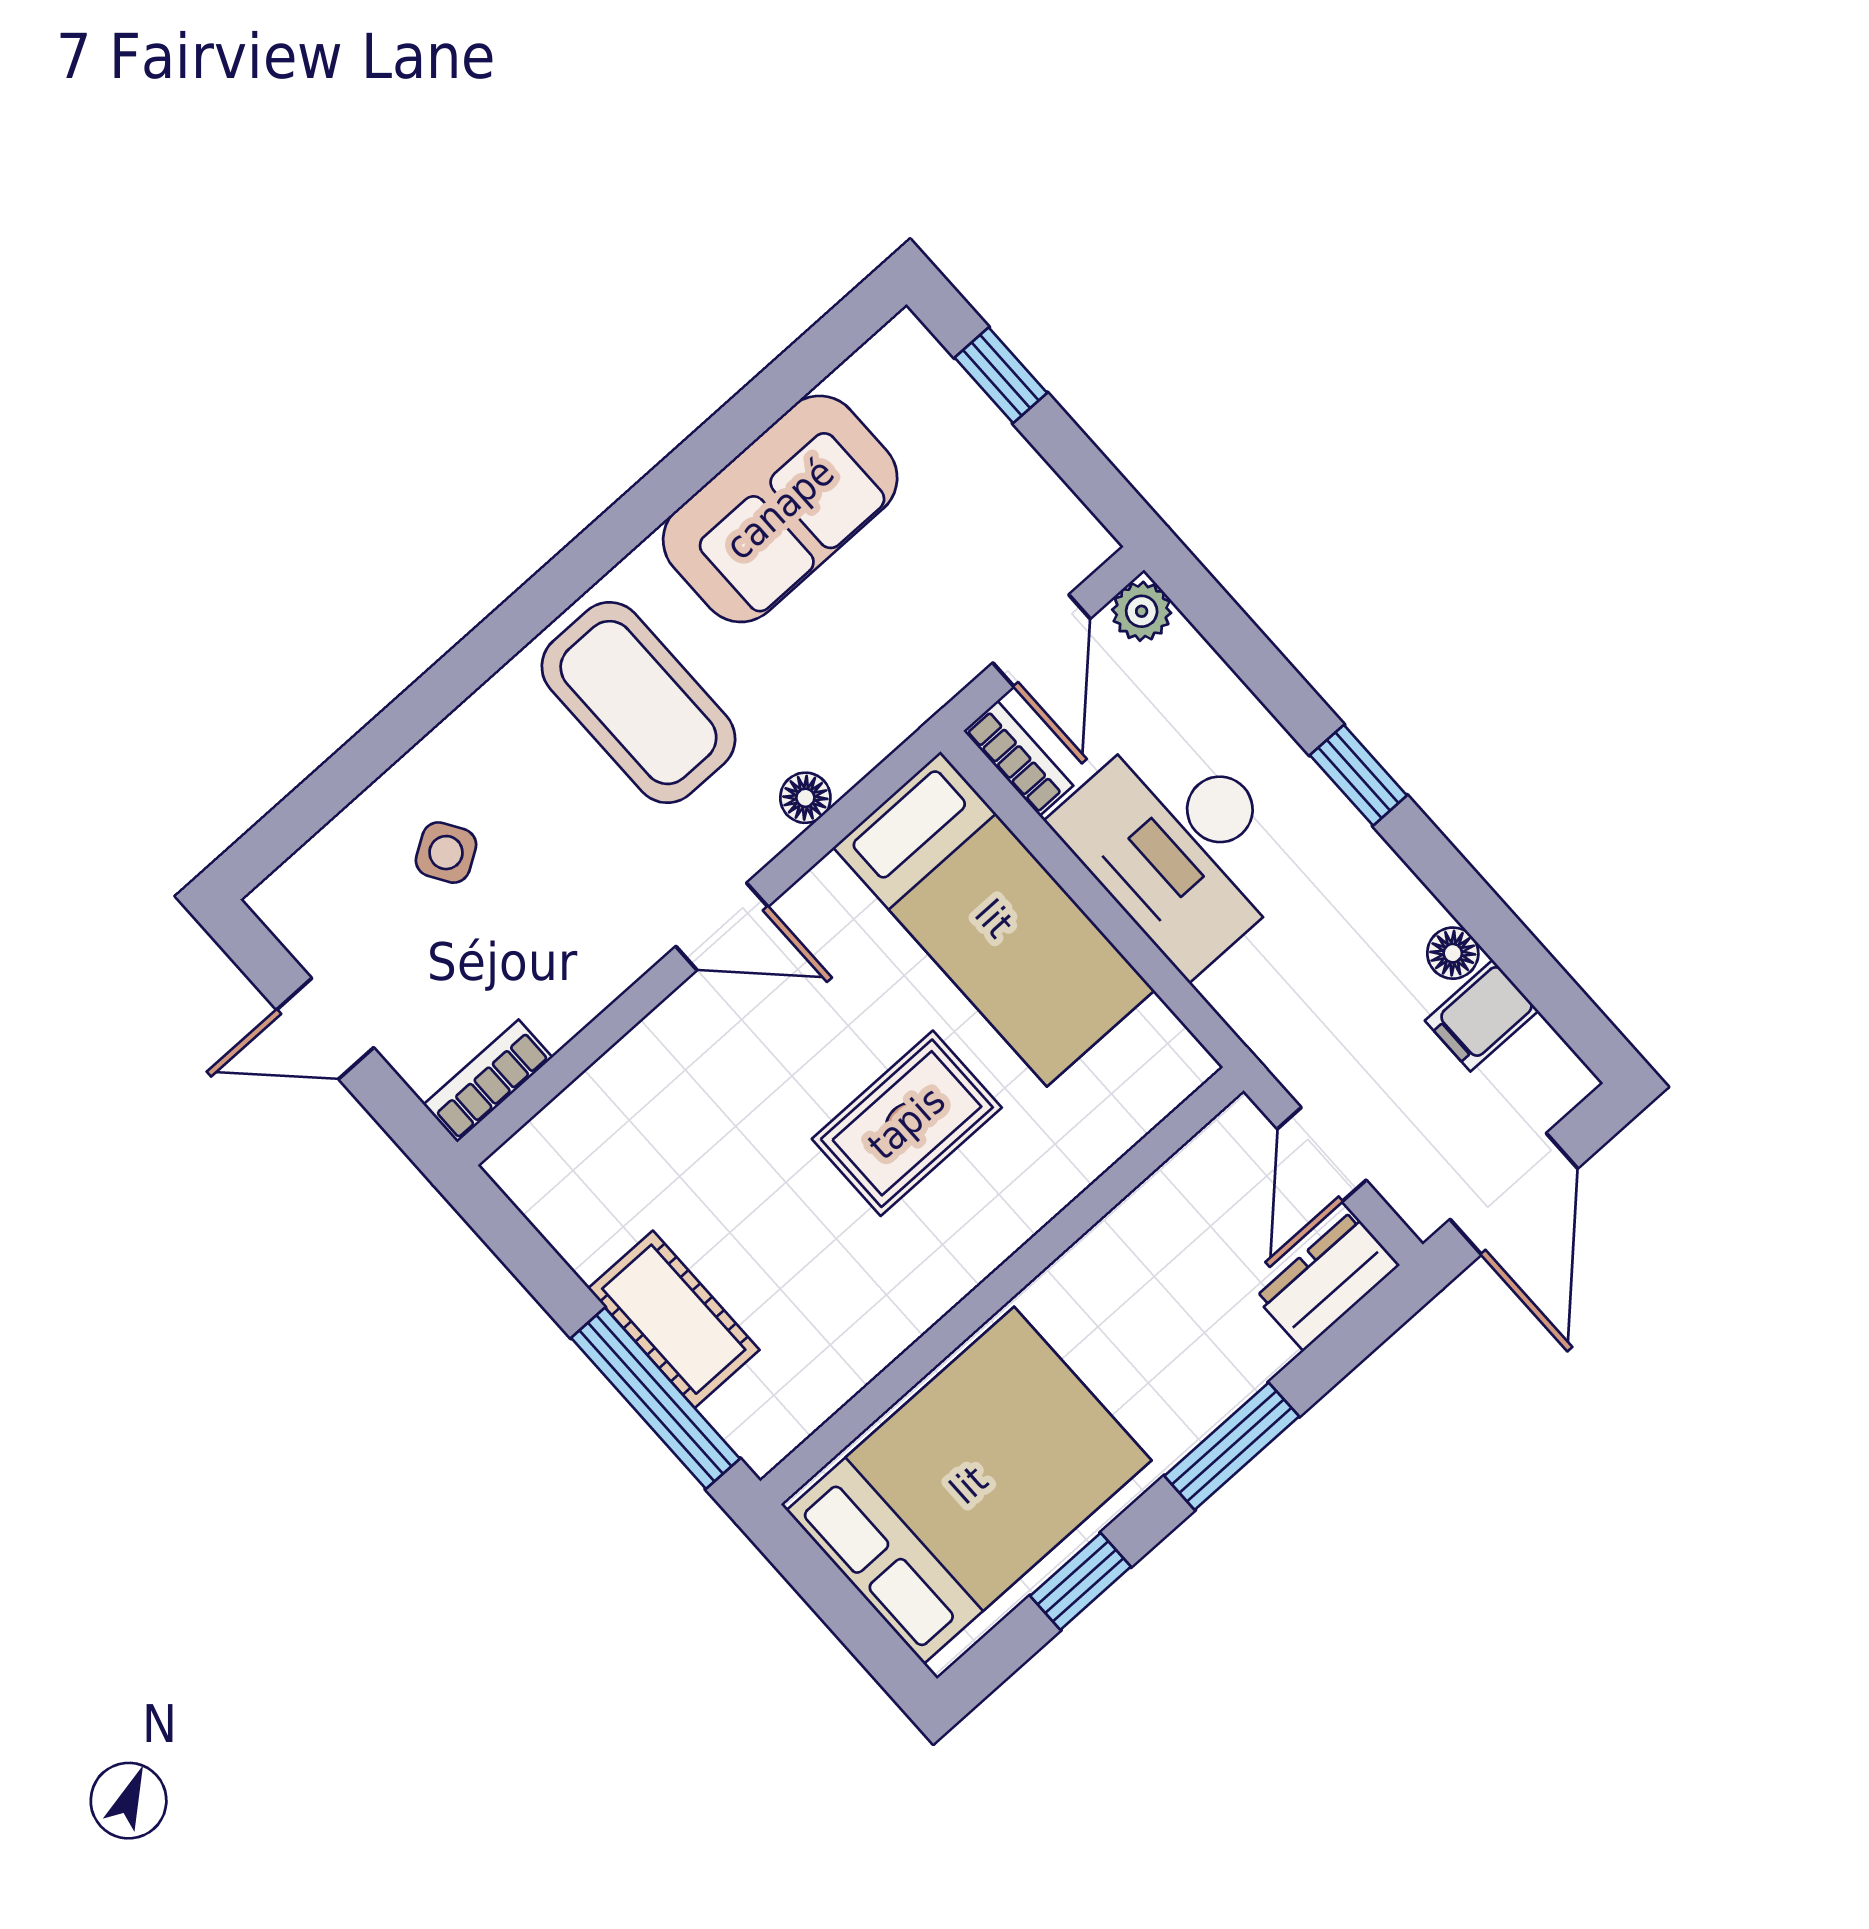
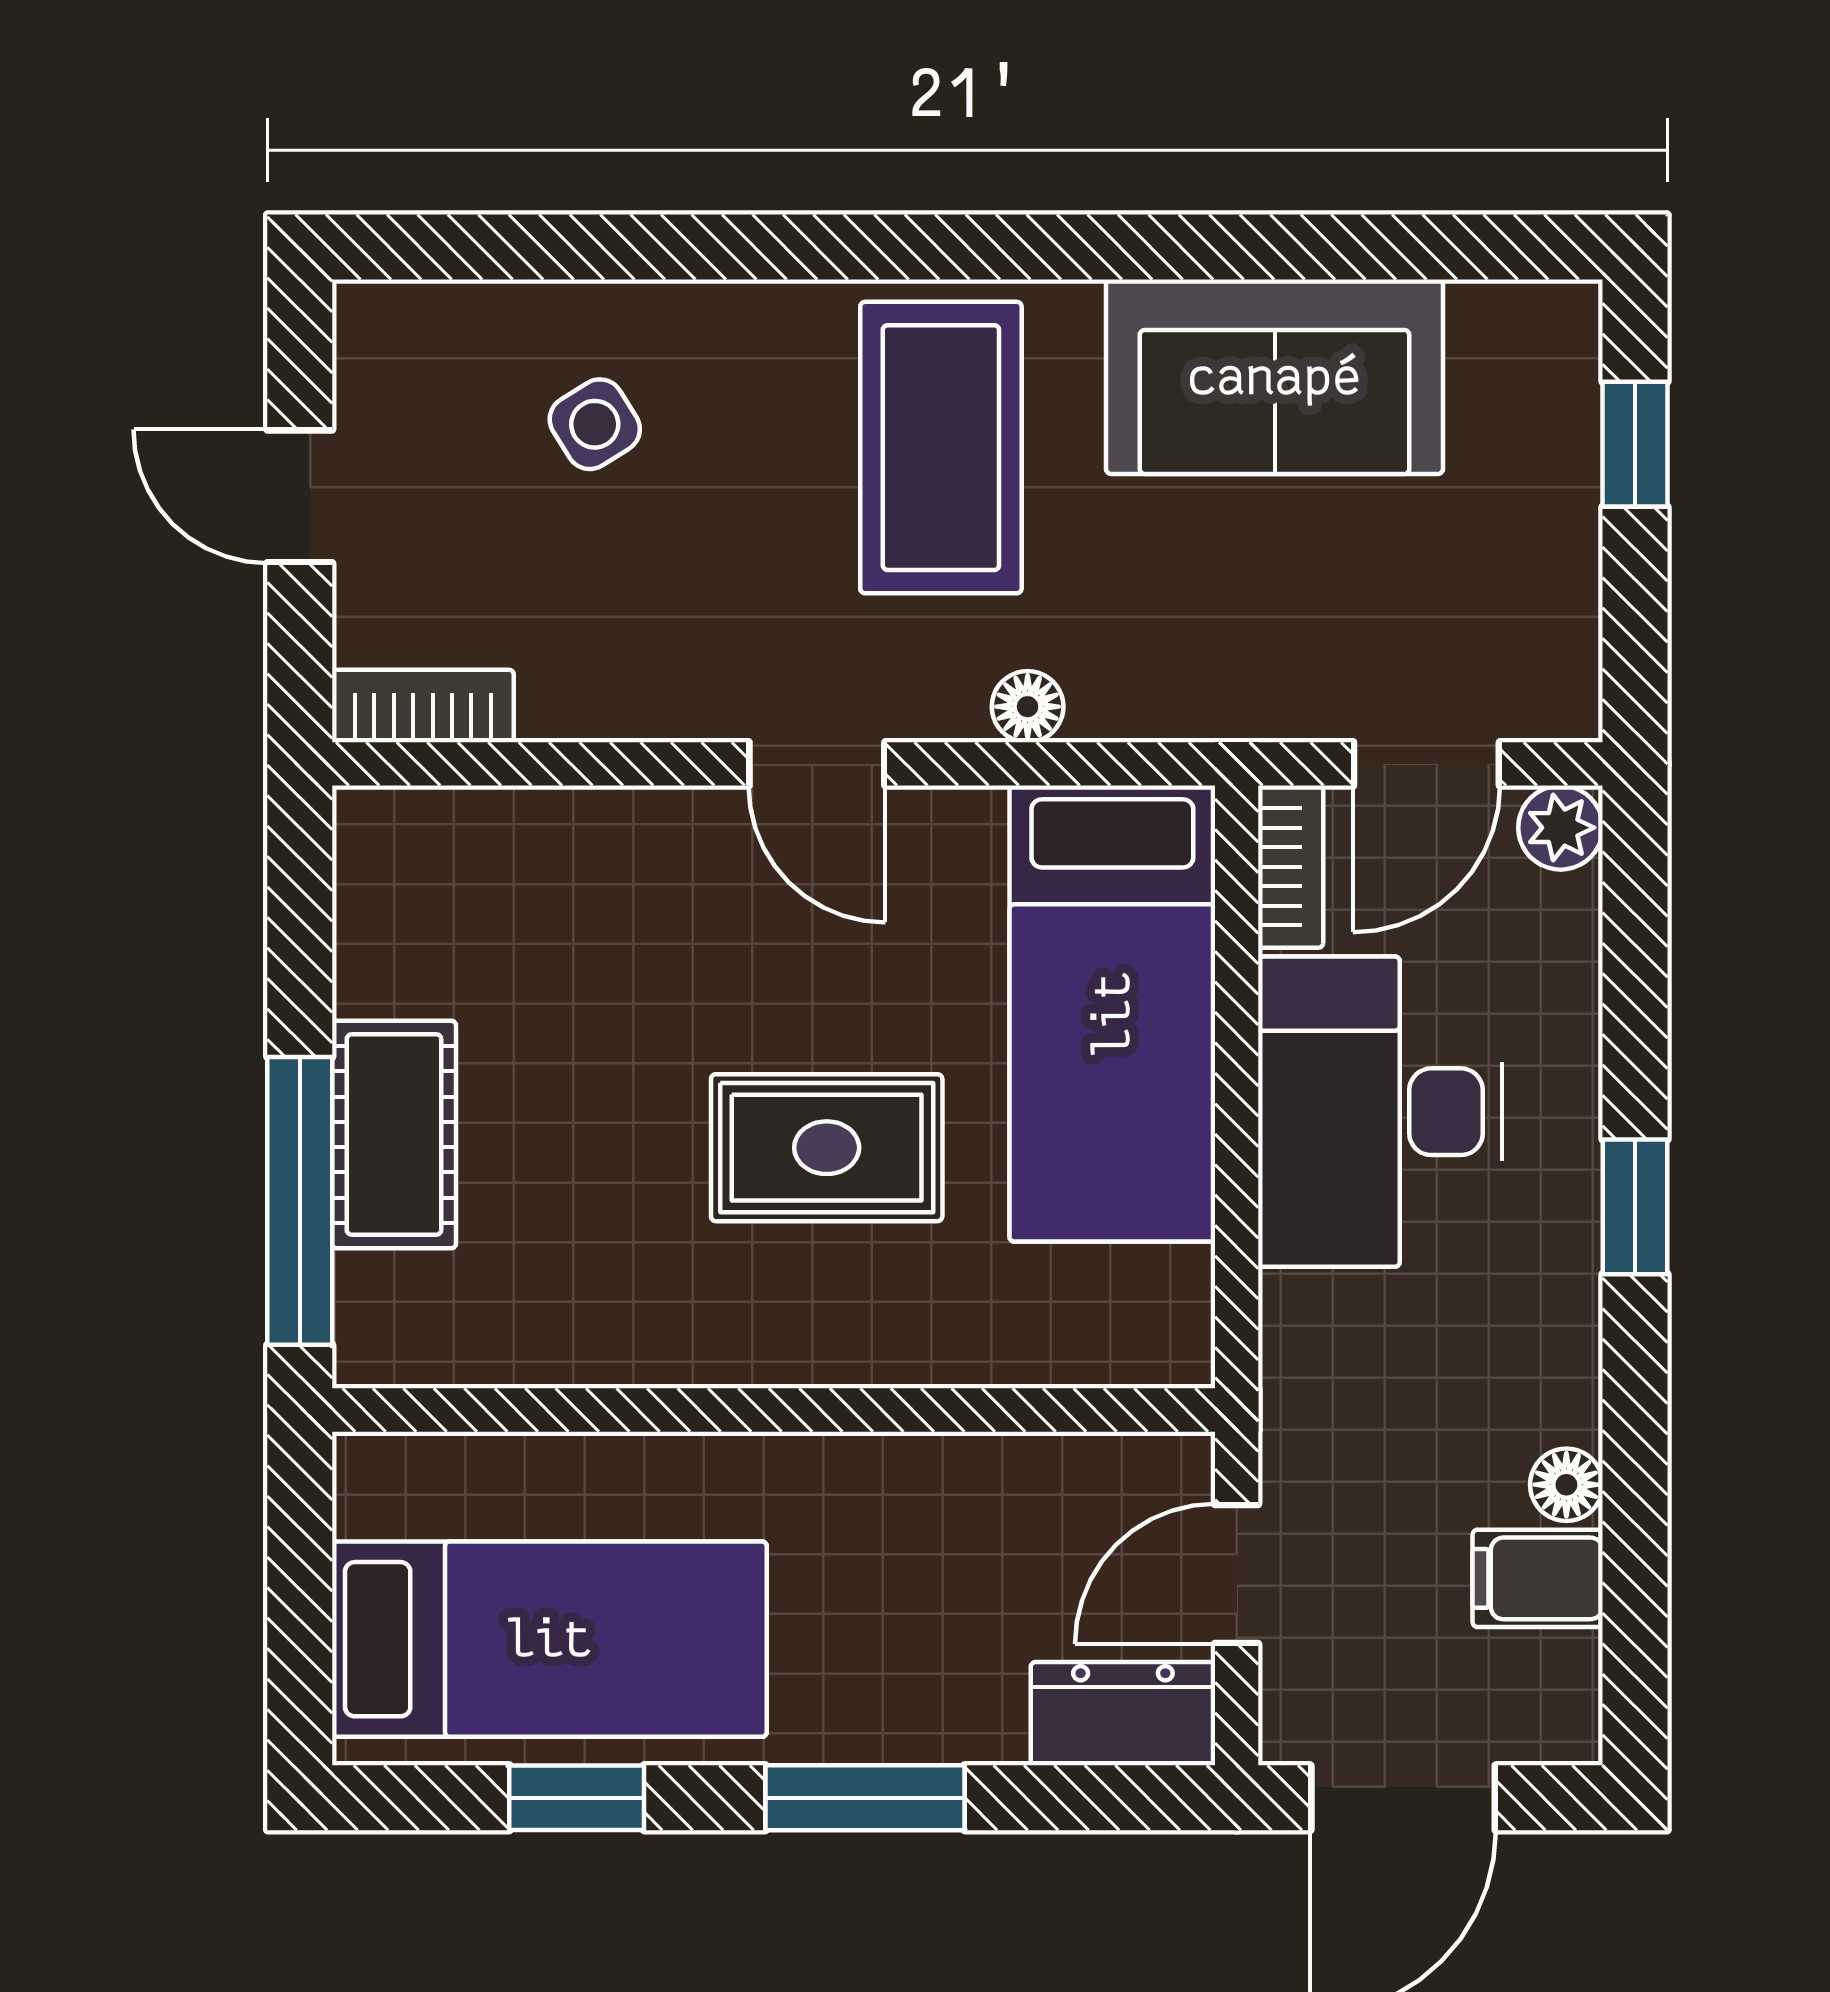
bed: (969, 1485) -> (549, 1639), width x0.67

